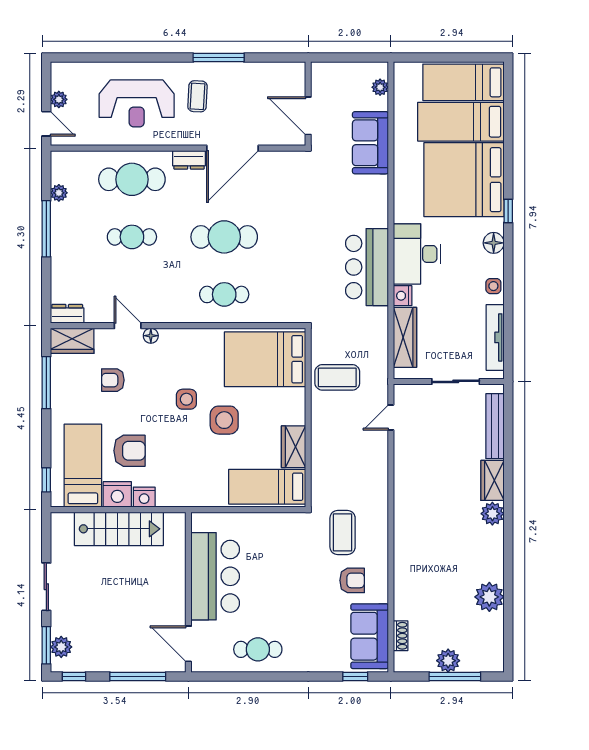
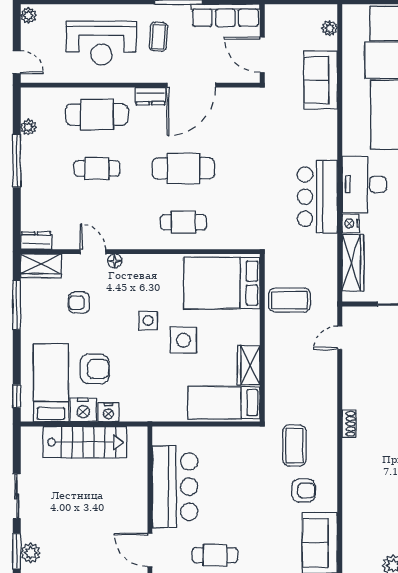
row of seats: (269, 74) -> (225, 15), added
plant: (59, 99) -> (28, 15), moved
shoe rack: (401, 636) -> (349, 424), moved

